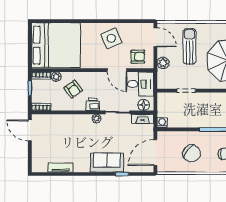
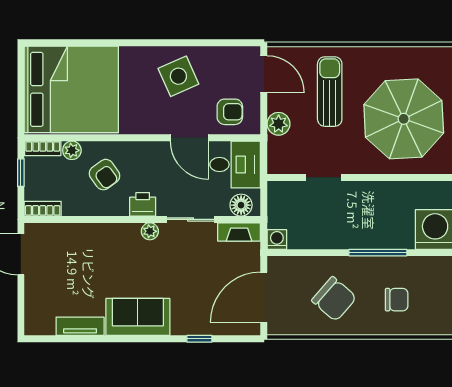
sofa: (107, 163) -> (138, 317), moved

